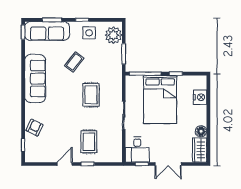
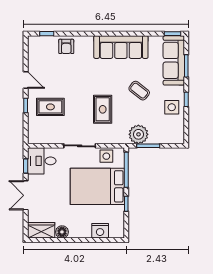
plant: (113, 35) -> (138, 134), moved
side table: (133, 92) -> (106, 156), added
rug: (91, 95) -> (103, 109), turned 90
armchair: (35, 128) -> (66, 46), turned 64

